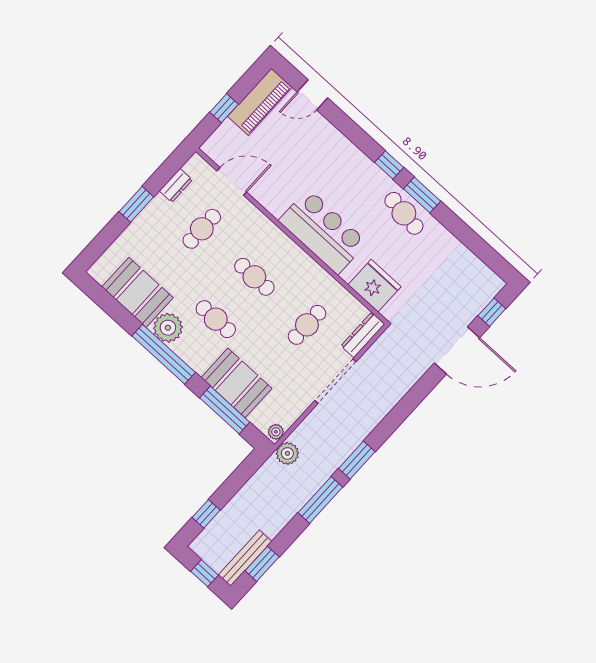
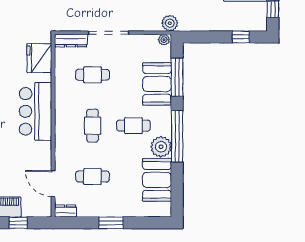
dresser: (176, 185) -> (65, 211), moved
cafe table: (216, 319) -> (133, 126), turned 90

